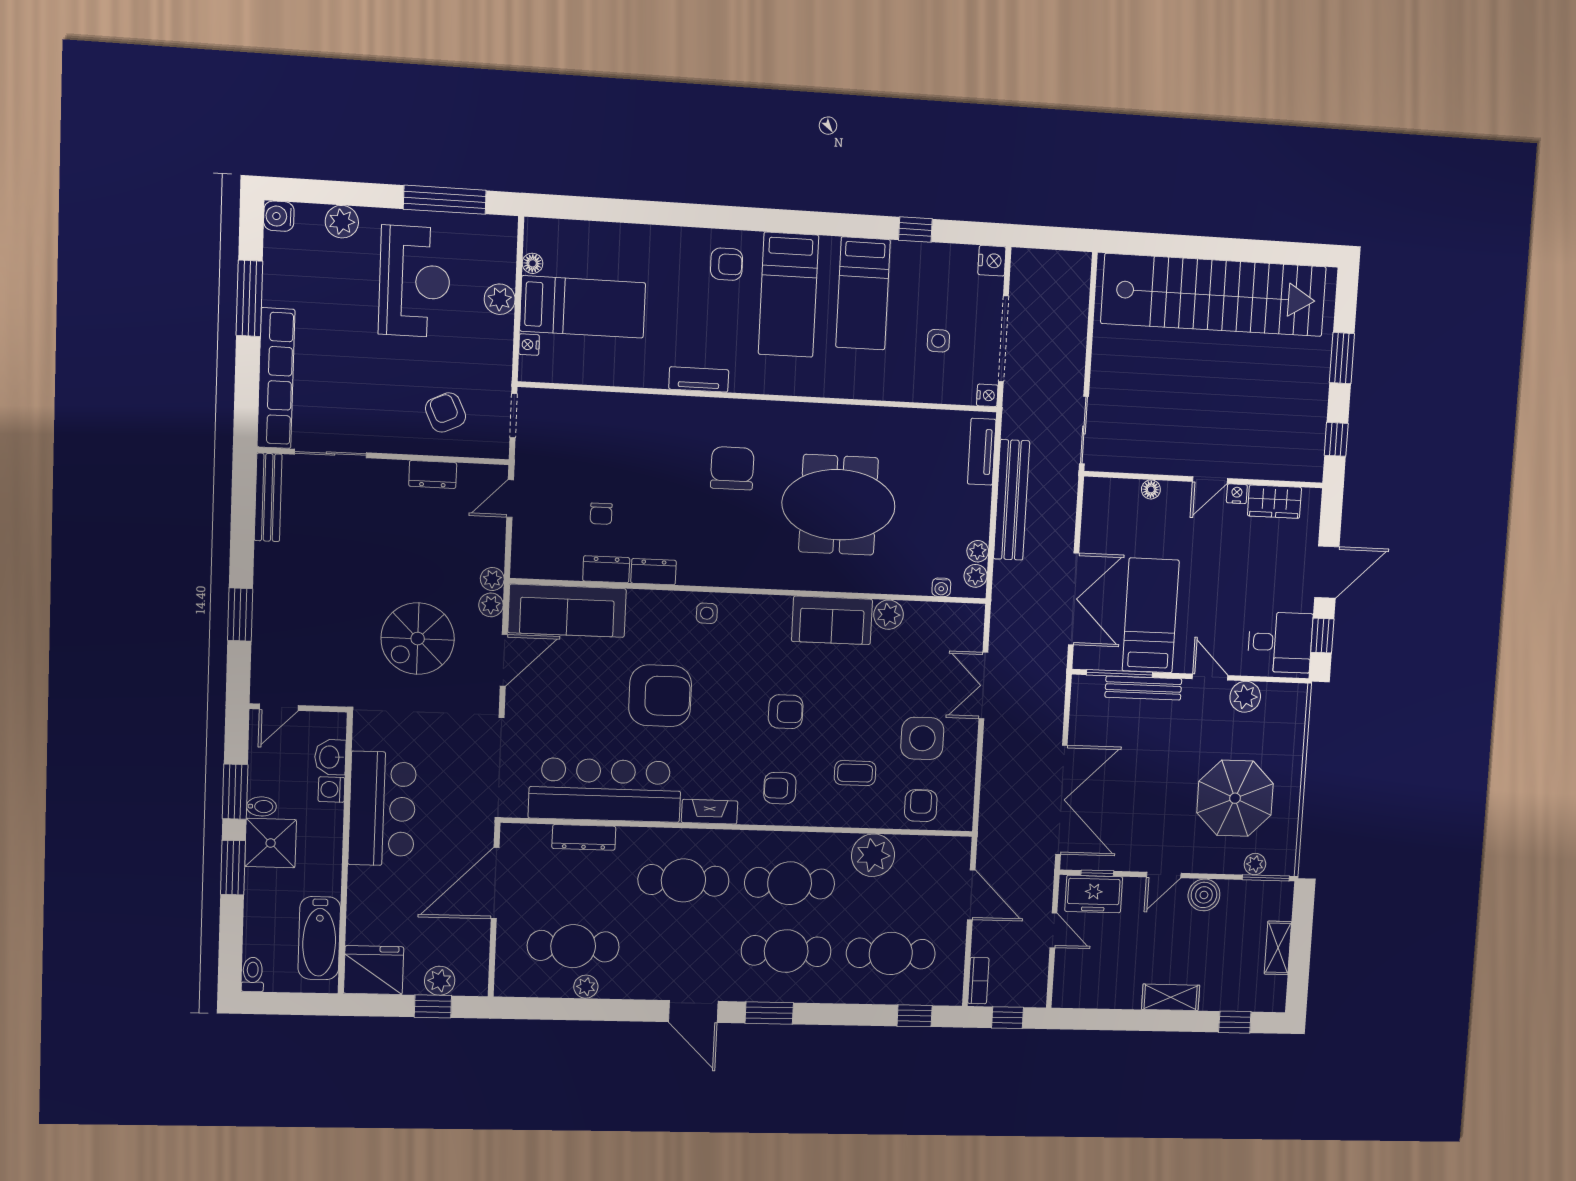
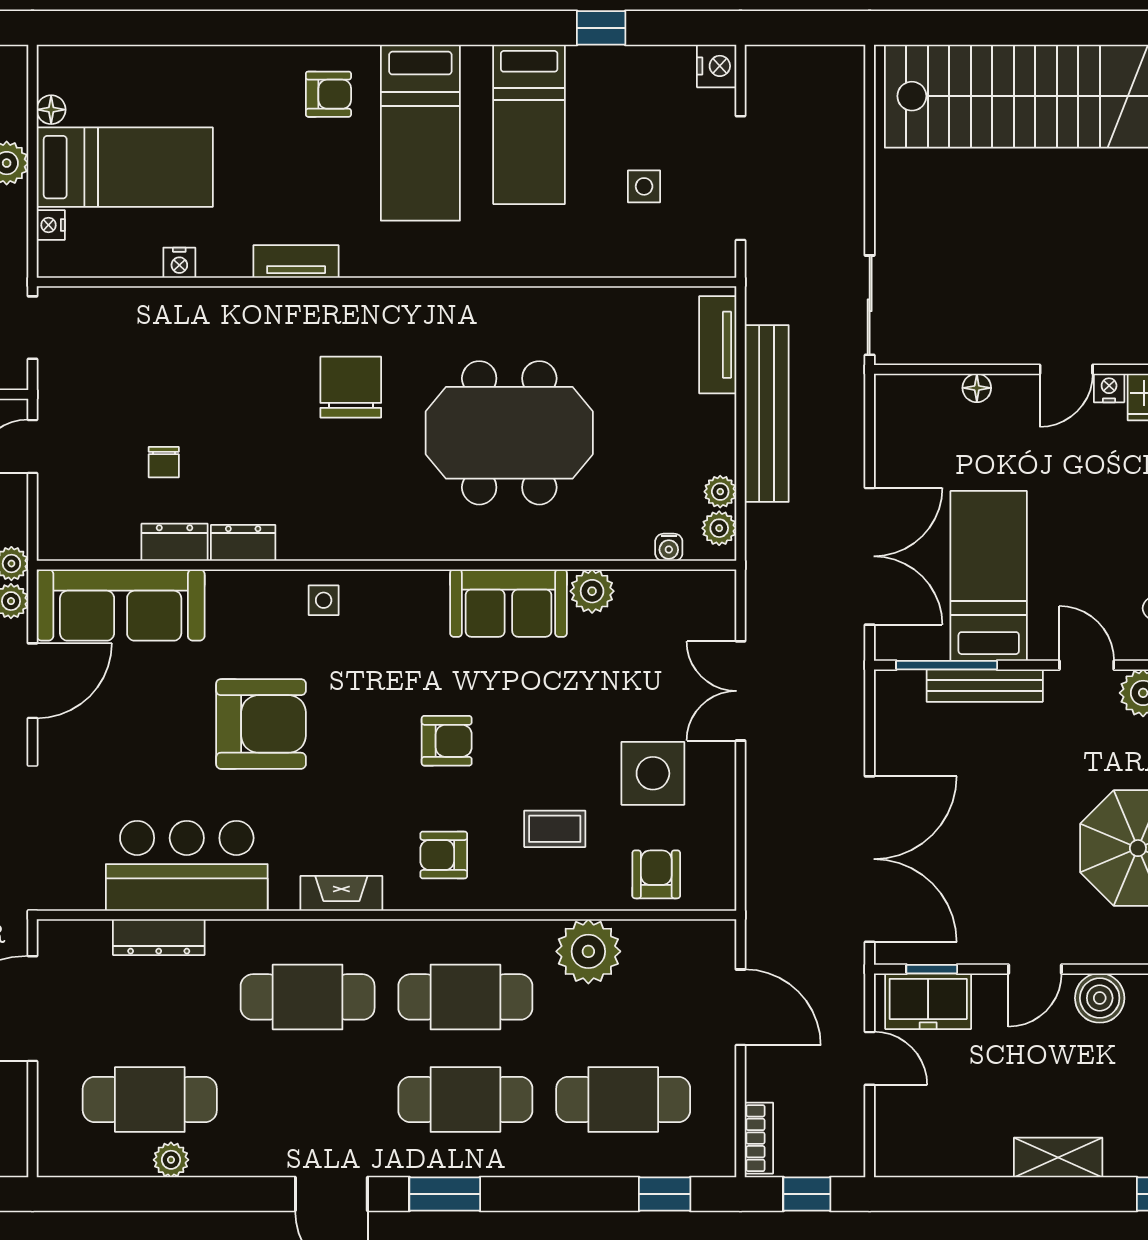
nightstand: (987, 395) -> (179, 263), moved, turned 90
bar counter: (605, 790) -> (187, 866), width x0.73

